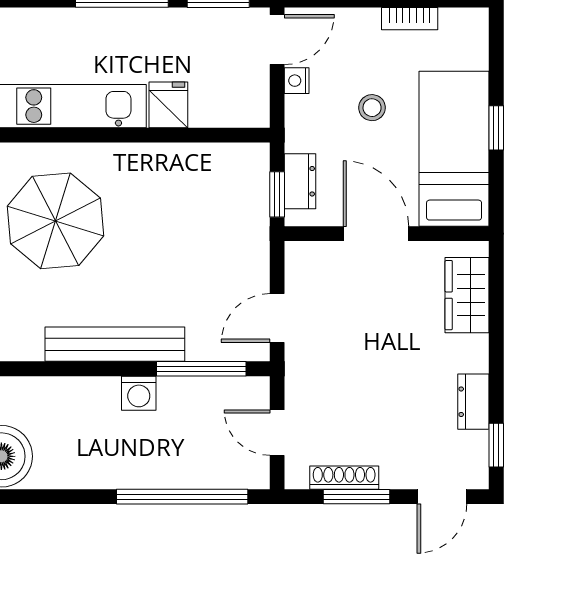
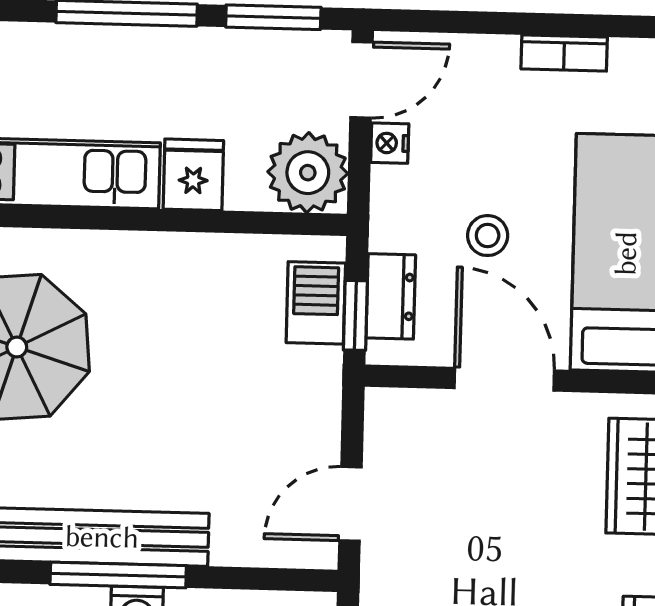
plant: (243, 101) -> (308, 173), added
stool: (372, 108) -> (488, 236), moved
barbecue: (251, 187) -> (316, 303), added
window: (201, 369) -> (118, 575), moved

